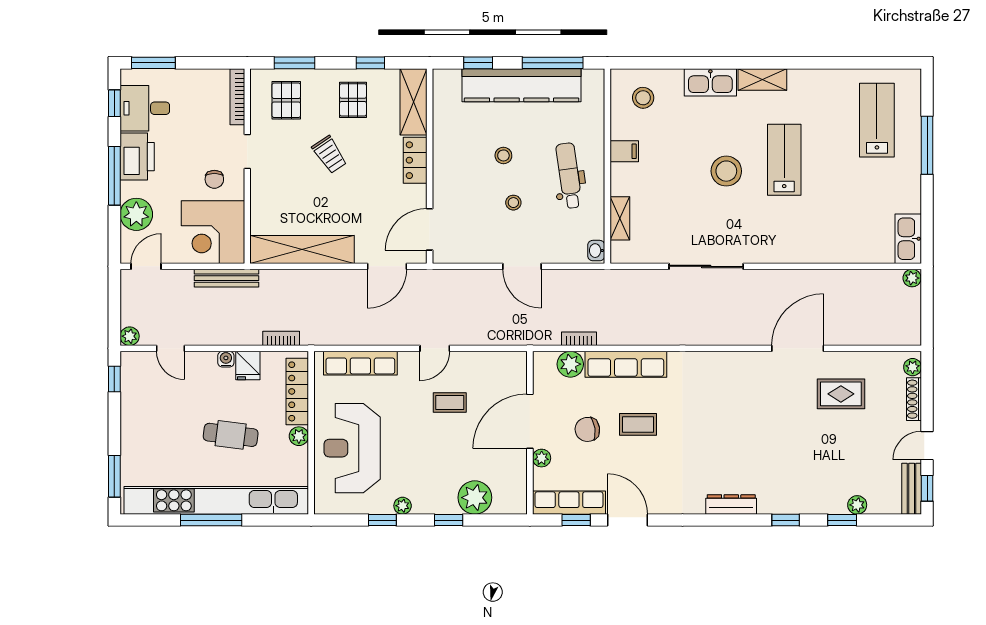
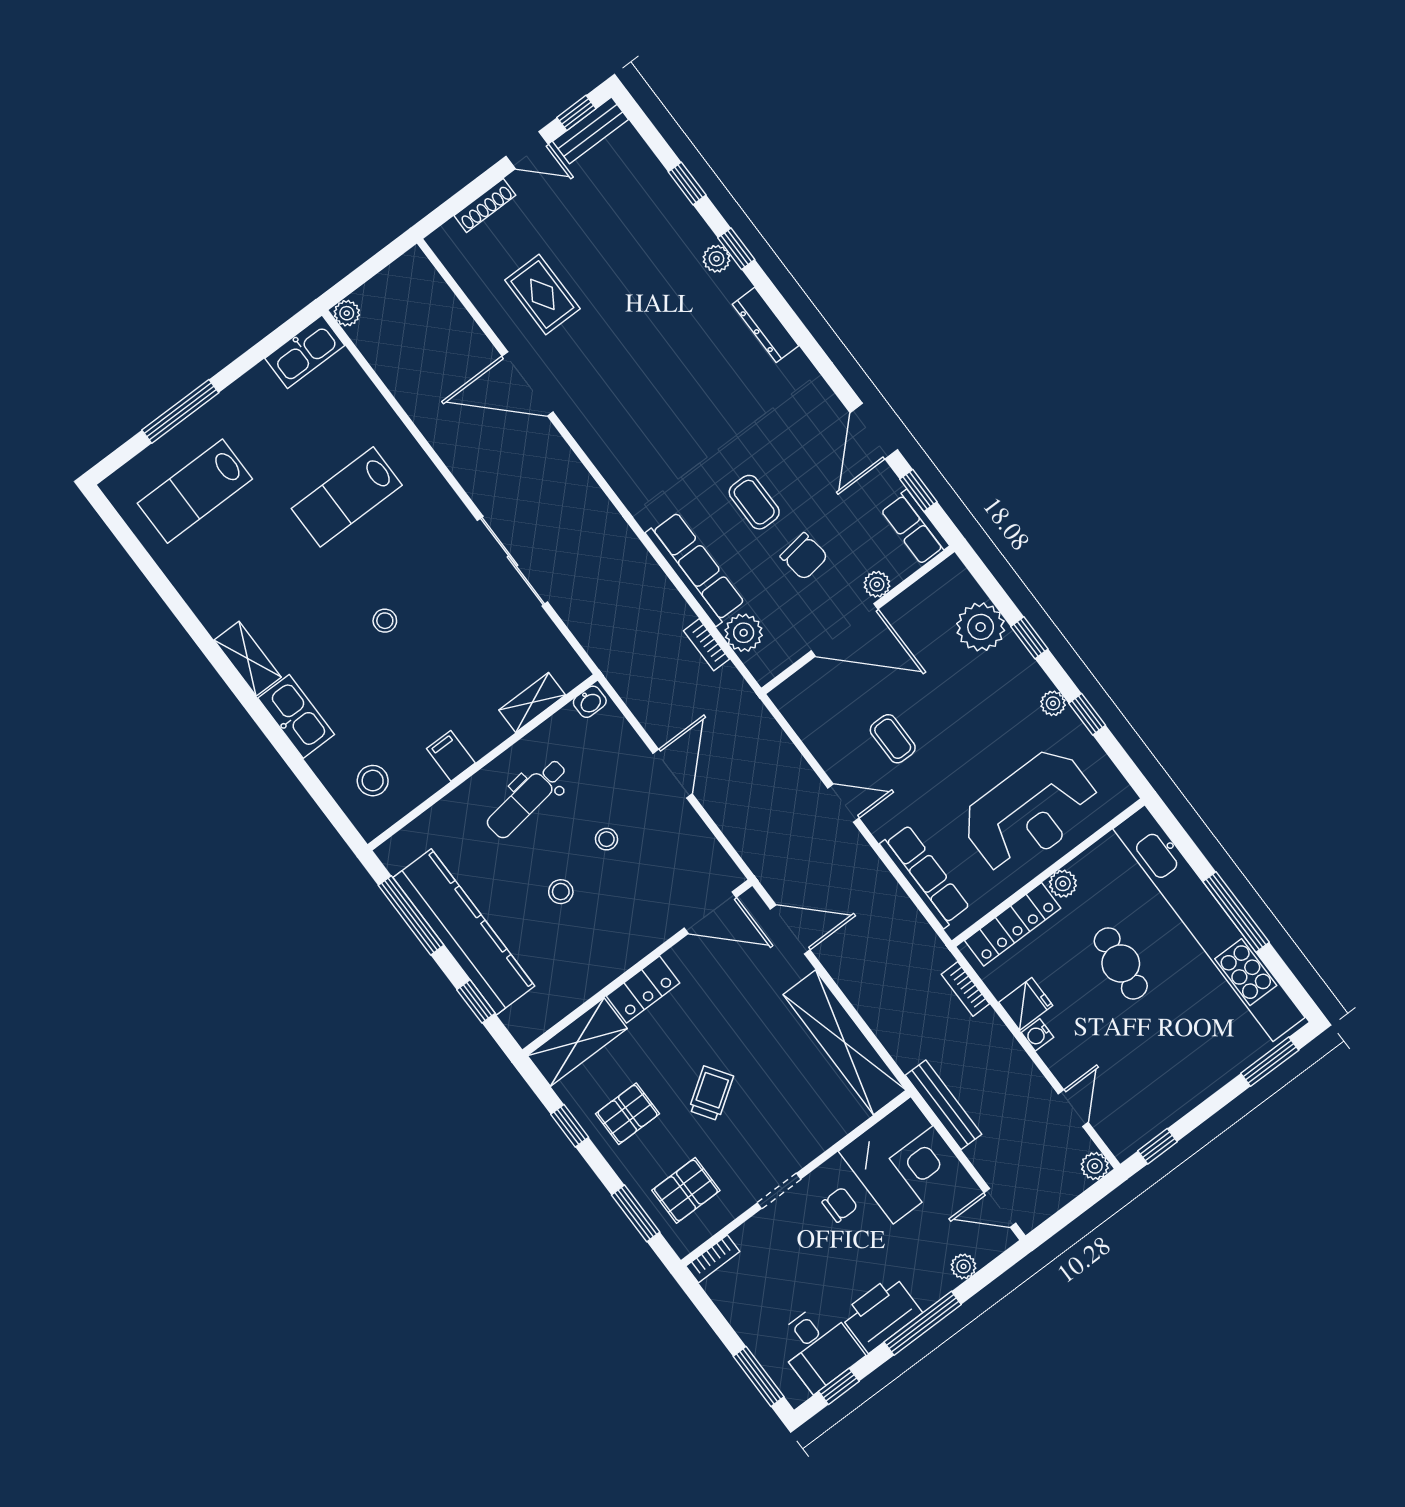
bookcase: (237, 97) -> (713, 1259), width x0.64
lab bench: (784, 160) -> (347, 497), moved
stool: (726, 171) -> (385, 621), width x0.53, depth x0.53
plant: (136, 214) -> (964, 1266), width x0.53, depth x0.53
plant: (913, 367) -> (449, 235), removed
row of seats: (569, 503) -> (915, 528), width x0.68
plant: (857, 505) -> (716, 259), moved

